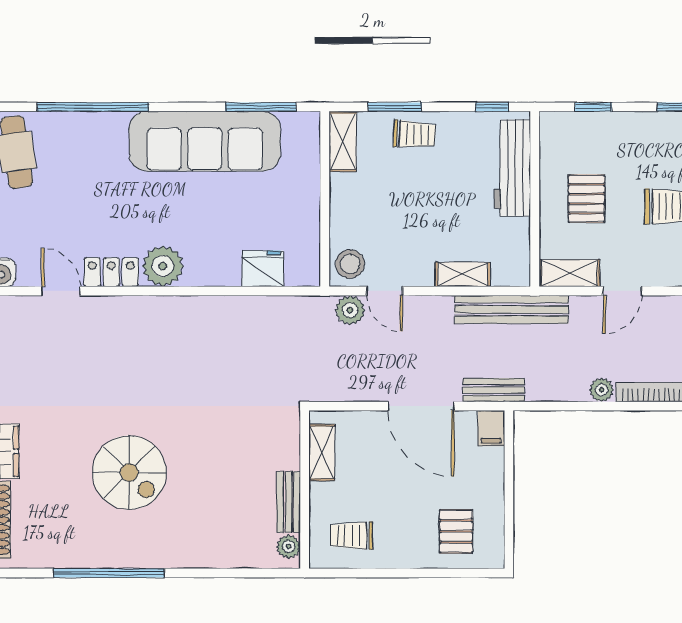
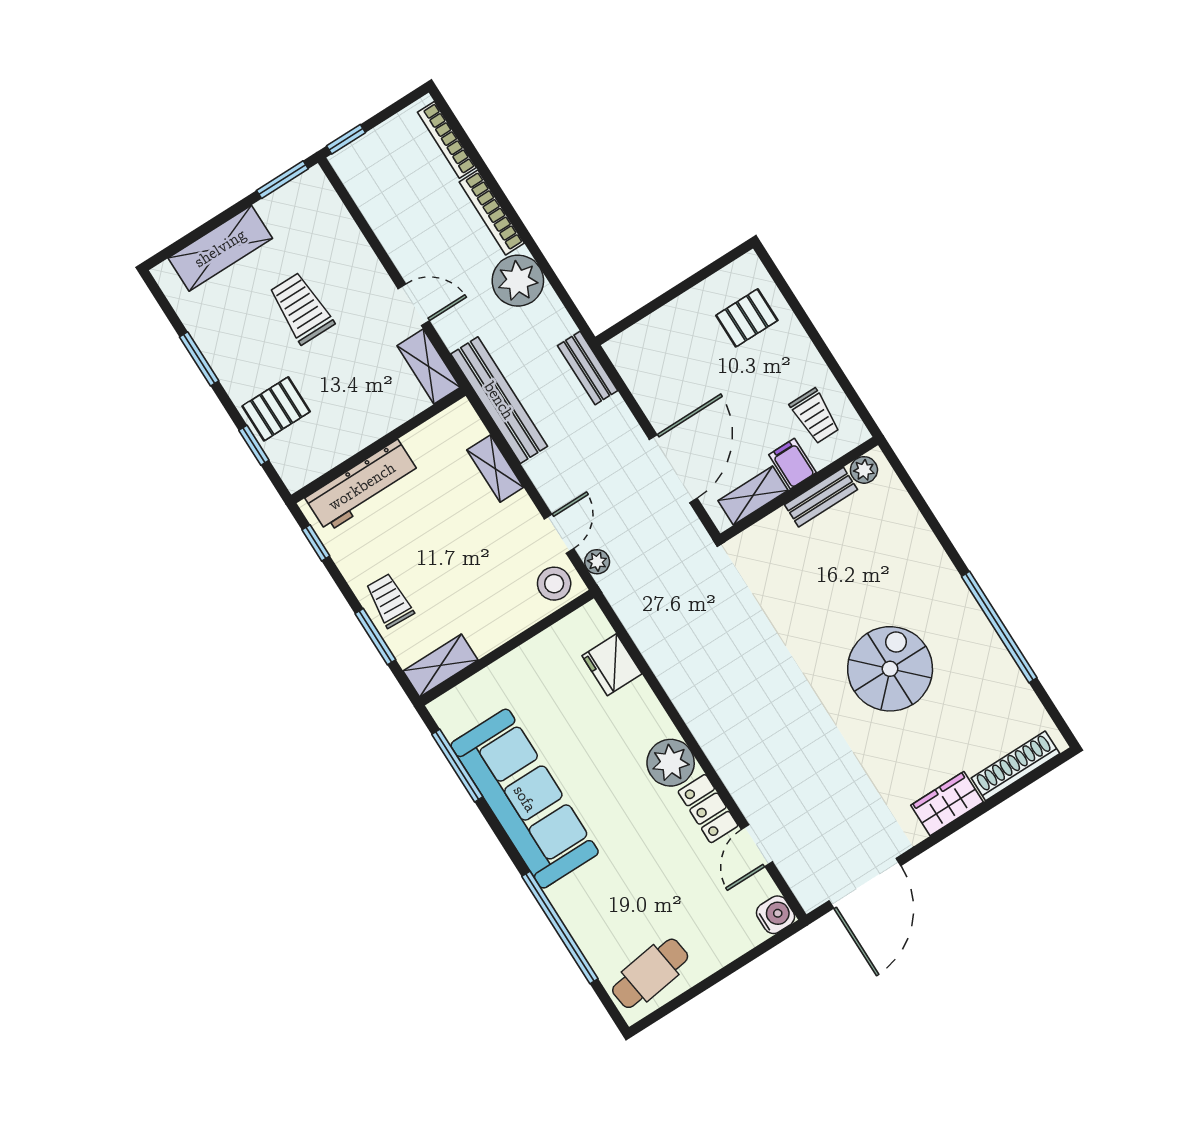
pallet: (587, 199) -> (276, 409), moved
plant: (350, 310) -> (597, 562), width x0.73, depth x0.73
plant: (602, 390) -> (518, 281), width x1.87, depth x1.87
door: (421, 406) -> (673, 469), moved
filing cabinet: (491, 428) -> (792, 464), moved, turned -90

